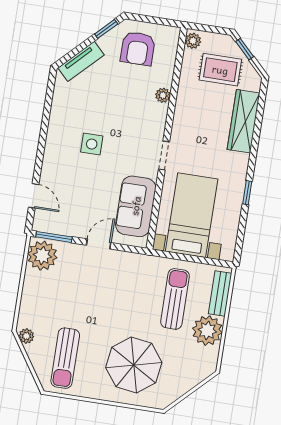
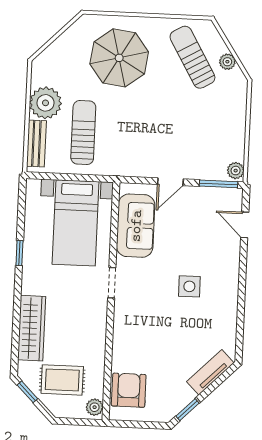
armchair: (138, 48) -> (129, 390), moved
window: (245, 49) -> (27, 392), moved
plant: (163, 95) -> (120, 346), removed
plant: (42, 256) -> (236, 171), width x0.53, depth x0.53
sun lounger: (175, 299) -> (83, 132), turned 180
plant: (26, 336) -> (227, 62), moved
sun lounger: (65, 358) -> (192, 57), turned -30

